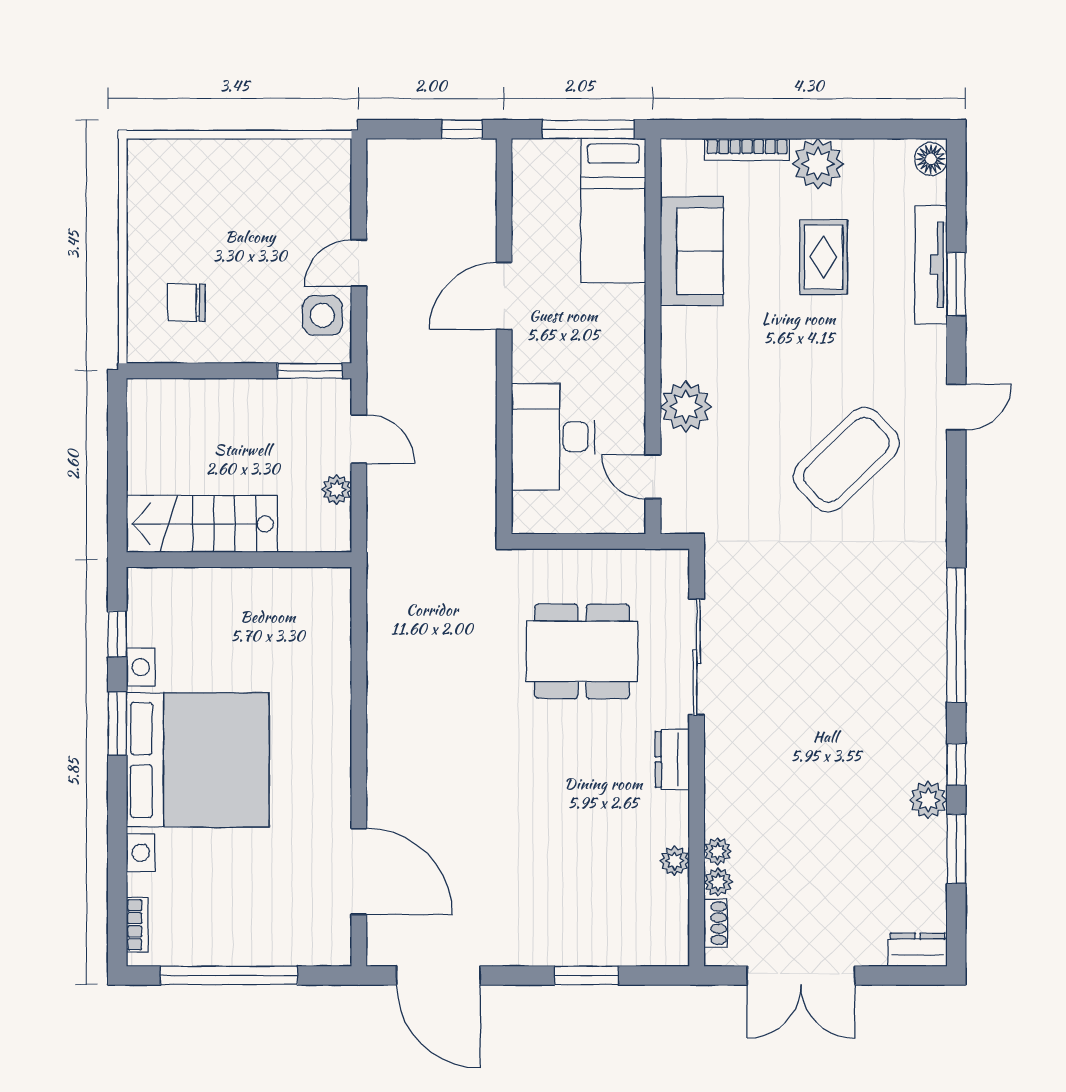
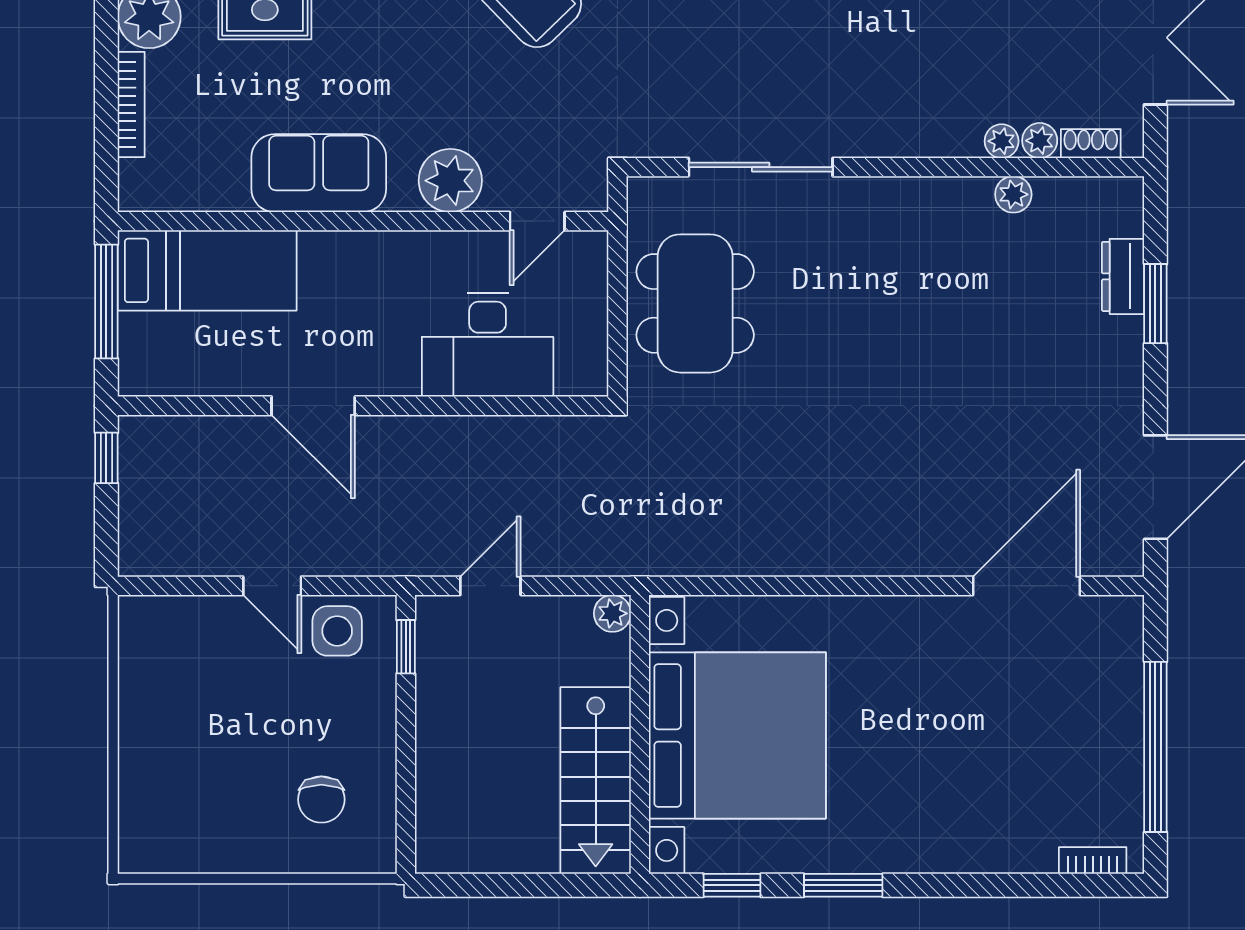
sofa: (692, 251) -> (319, 173), moved
window: (310, 371) -> (406, 647), width x0.67
plant: (337, 490) -> (612, 613), moved
dining table: (582, 651) -> (695, 303), moved
dresser: (672, 759) -> (1123, 276), moved, turned 90
bed with nightstands: (198, 760) -> (737, 735), moved, turned 90

